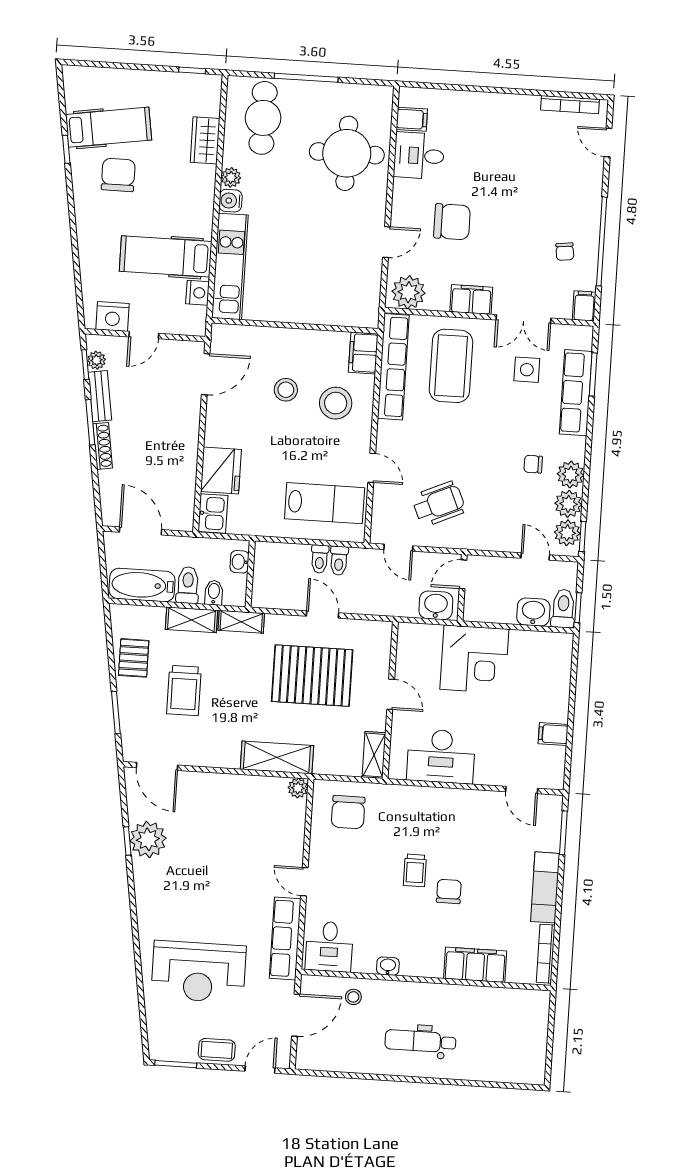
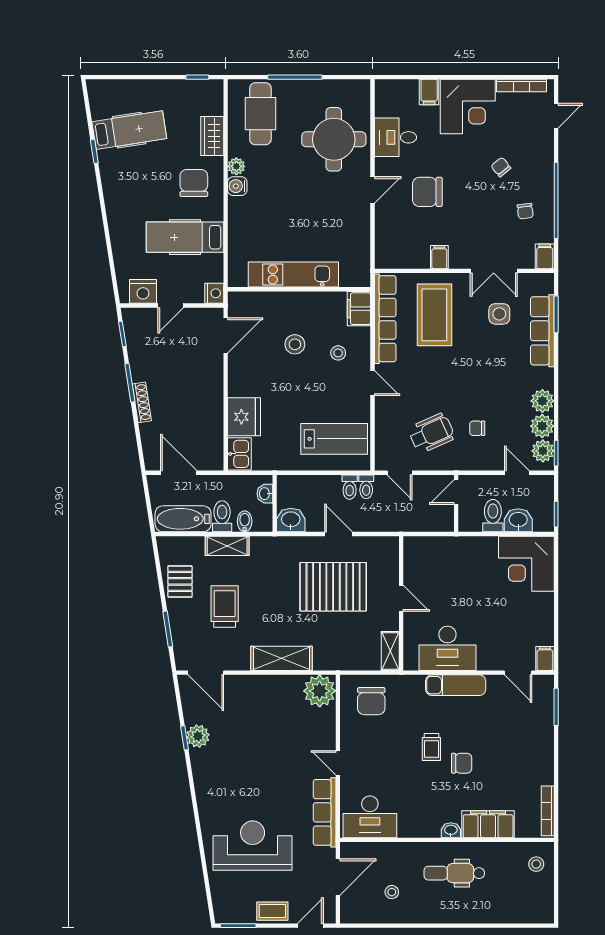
filing cabinet: (412, 119) -> (429, 92), moved, turned 90
corner desk: (506, 125) -> (468, 107), added
door: (608, 143) -> (556, 116), swing flipped
chair: (118, 175) -> (194, 183), moved
chair: (540, 198) -> (501, 167), added
chair: (452, 222) -> (427, 192), turned 180
door: (386, 242) -> (373, 190), moved
kitchen unit: (230, 266) -> (293, 275), moved, turned -90
plant: (408, 292) -> (394, 254), removed
nightstand: (198, 293) -> (214, 293), moved
filing cabinet: (471, 300) -> (439, 257), width x0.50
plant: (97, 360) -> (132, 330), removed
bench: (100, 396) -> (137, 360), removed
stool: (336, 403) -> (338, 353), width x0.53, depth x0.53
chair: (533, 464) -> (477, 428), moved
door: (372, 468) -> (373, 383), moved
toilet: (320, 559) -> (366, 487), moved
washbasin: (436, 605) -> (291, 520), moved
toilet: (563, 609) -> (493, 516), moved
shelving: (241, 622) -> (270, 545), removed
corner desk: (474, 659) -> (526, 564), moved, turned 90
trolley: (184, 691) -> (225, 606), turned 180
filing cabinet: (553, 734) -> (545, 658), moved, turned 90
shelving: (277, 757) -> (281, 658), moved
plant: (298, 788) -> (320, 691), width x1.87, depth x1.87
plant: (148, 839) -> (198, 736), width x0.73, depth x0.73
exam couch: (545, 887) -> (456, 685), moved, turned -90
chair: (449, 891) -> (462, 763), turned 90
desk: (329, 947) -> (370, 817), width x1.37
washbasin: (388, 966) -> (451, 830), moved
reception desk: (199, 972) -> (253, 846), turned 180
stool: (353, 997) -> (392, 892), moved
stool: (528, 1015) -> (536, 864), added
dental chair: (420, 1041) -> (454, 873), moved

